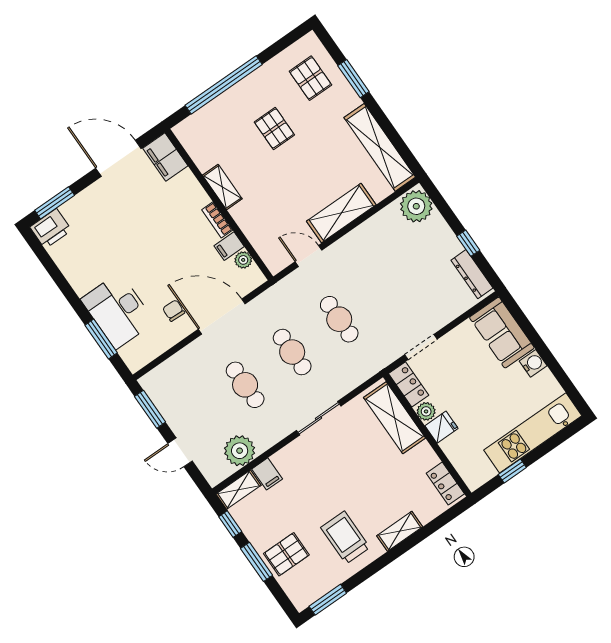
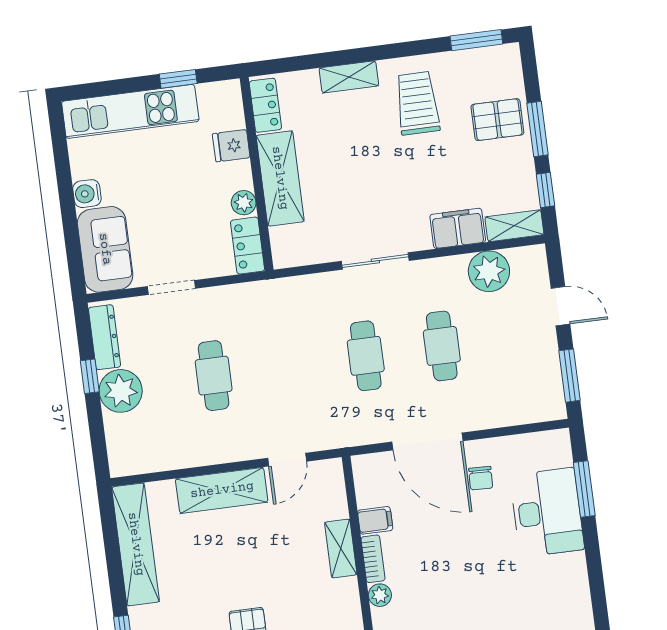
shelving: (222, 187) -> (341, 549), moved
plant: (416, 206) -> (121, 391), moved
door: (308, 256) -> (287, 460), hinge flipped
plant: (243, 260) -> (380, 595), moved
cafe table: (339, 319) -> (214, 376), moved
doorway: (421, 347) -> (172, 287), moved
shelving: (395, 418) -> (280, 178), moved
fridge: (442, 427) -> (231, 146), moved
filing cabinet: (267, 474) -> (458, 228), width x2.00
trolley: (345, 537) -> (417, 103), turned 180

